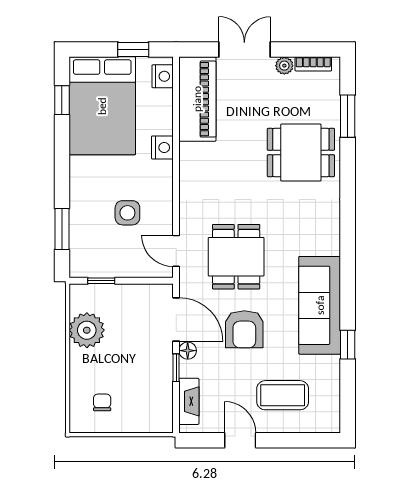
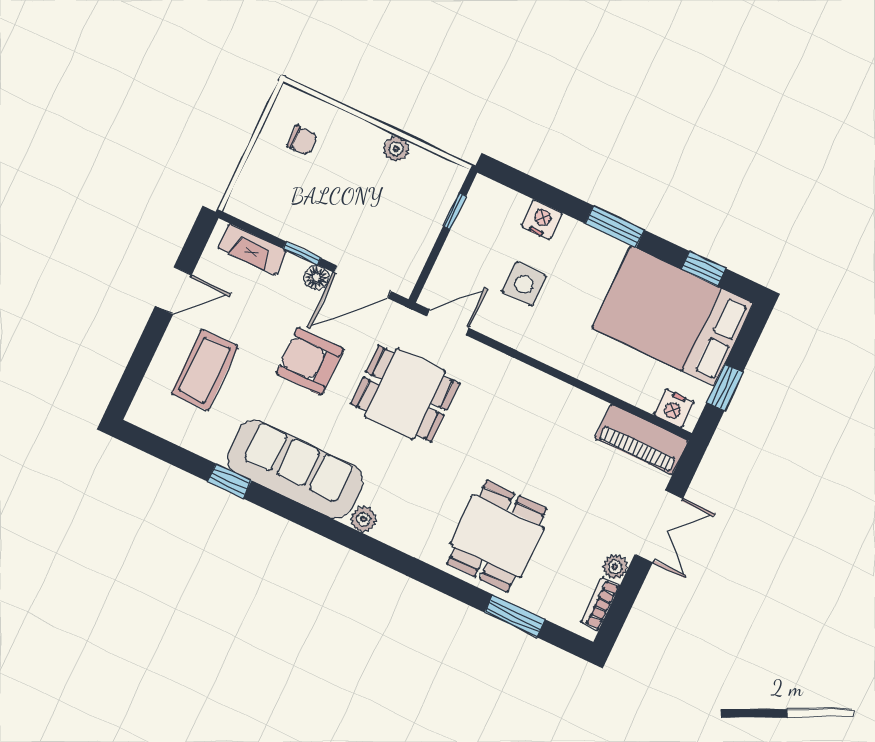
piano: (197, 99) -> (642, 439), width x0.73, depth x0.75
nightstand: (162, 148) -> (542, 220), moved, turned 180
window: (62, 229) -> (615, 227), moved
plant: (331, 245) -> (363, 519), added
plant: (87, 330) -> (396, 149), width x0.53, depth x0.53

